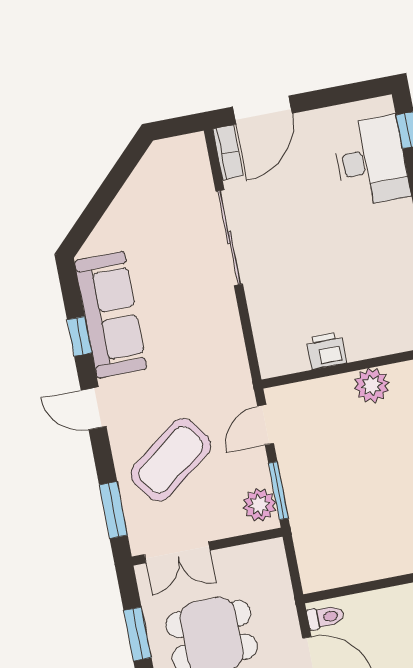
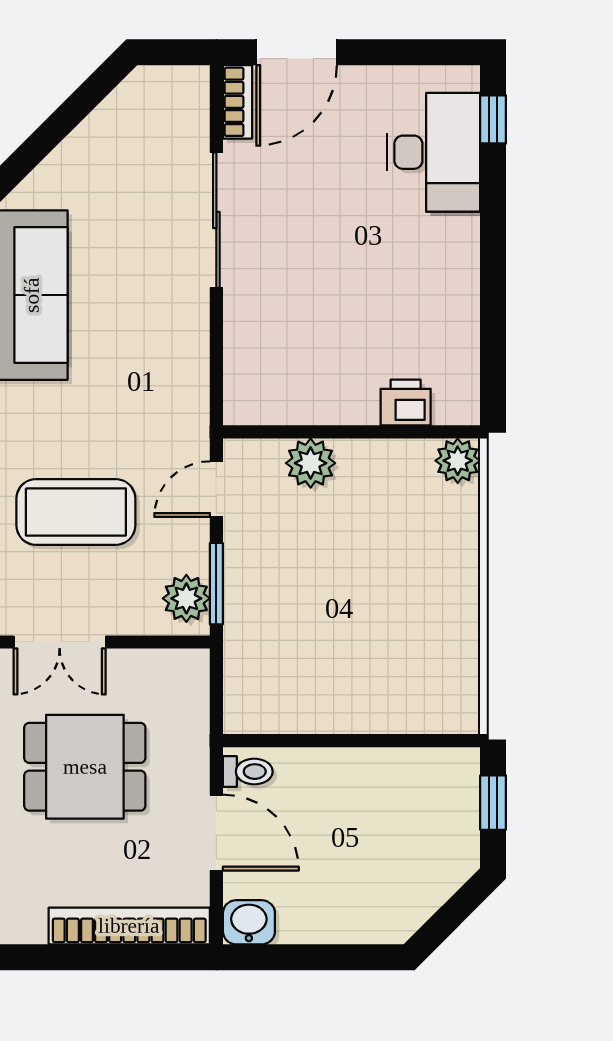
printer: (326, 351) -> (406, 403), moved
plant: (372, 385) -> (311, 463), moved
coffee table: (171, 460) -> (76, 512), turned 37

